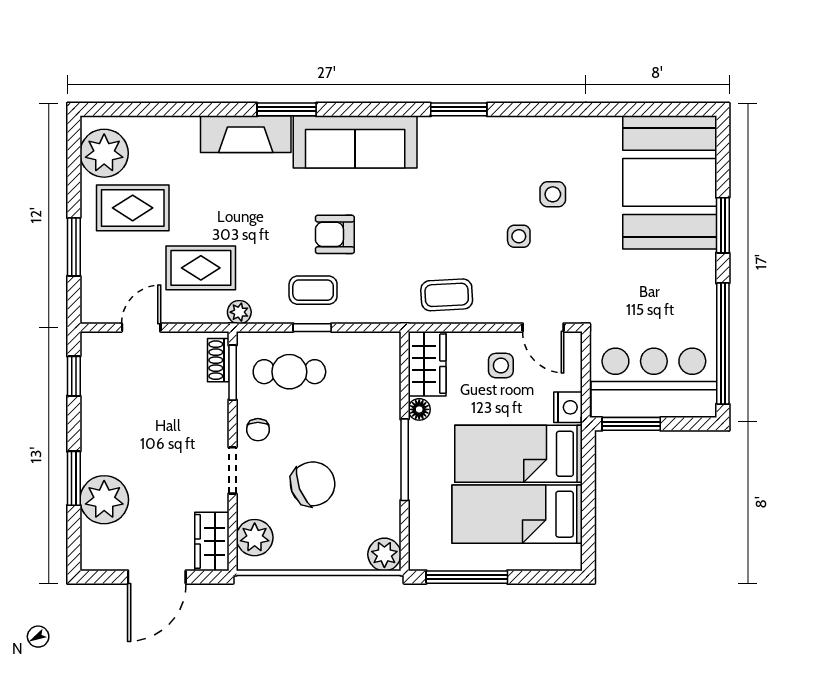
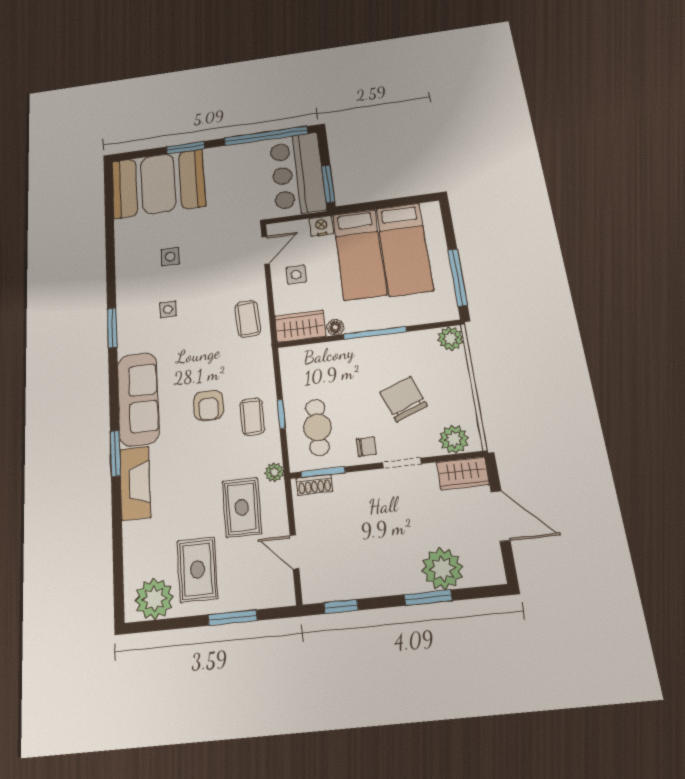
side table: (519, 236) -> (168, 309), moved

